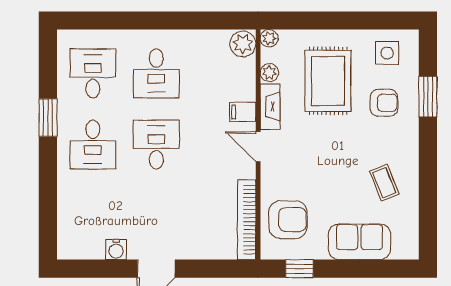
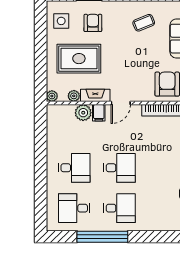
plant: (243, 44) -> (83, 113), moved
window: (48, 118) -> (102, 237), width x2.11
desk: (156, 145) -> (119, 168), turned 180

